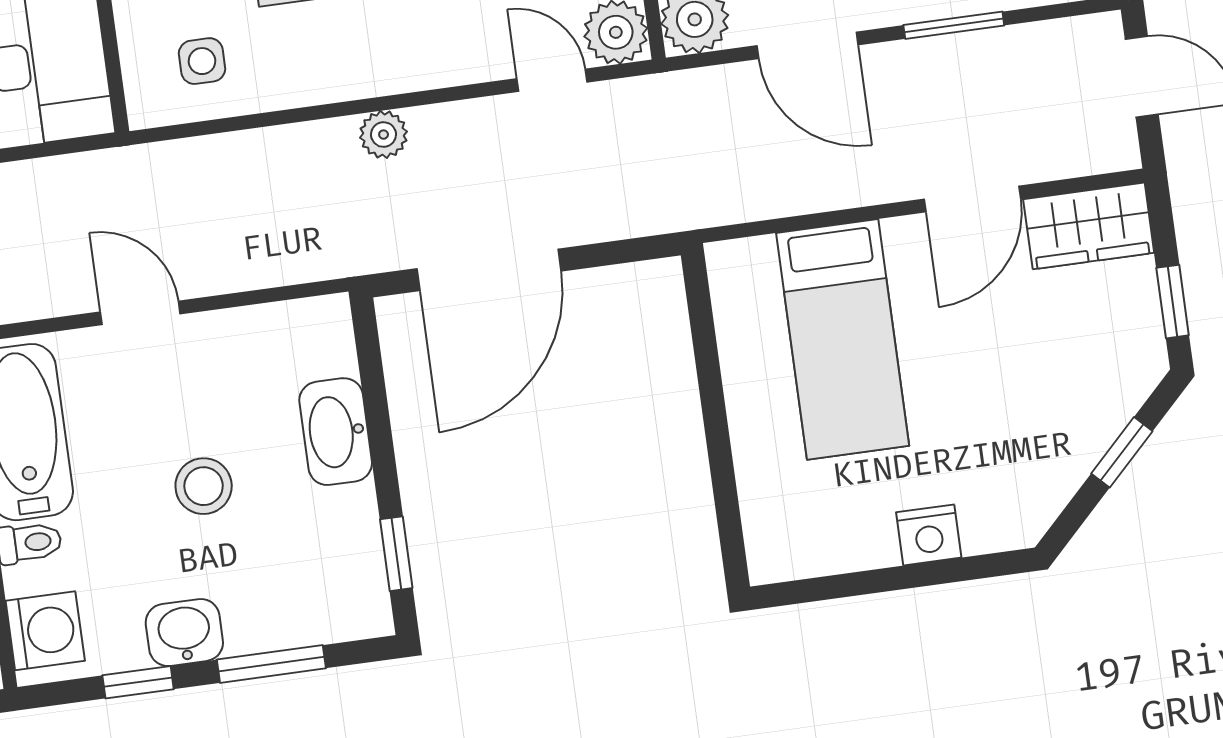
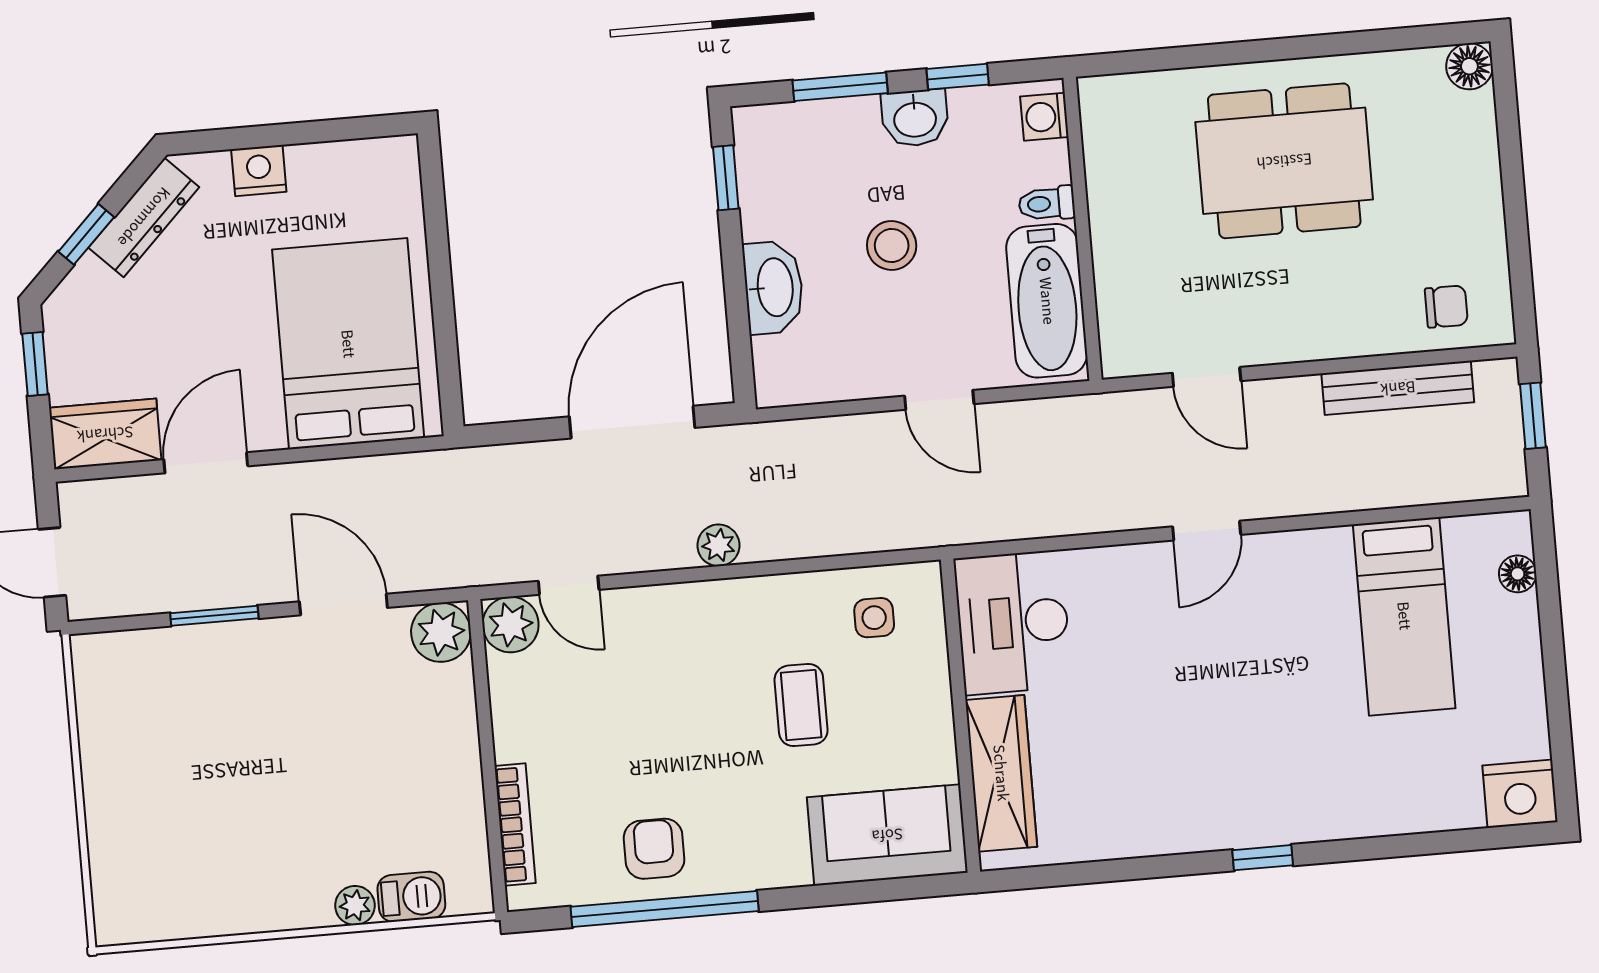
bed: (843, 339) -> (348, 344), width x1.50
dresser: (1057, 475) -> (144, 217), added
washing machine: (45, 631) -> (1044, 117), width x0.73, depth x0.73

